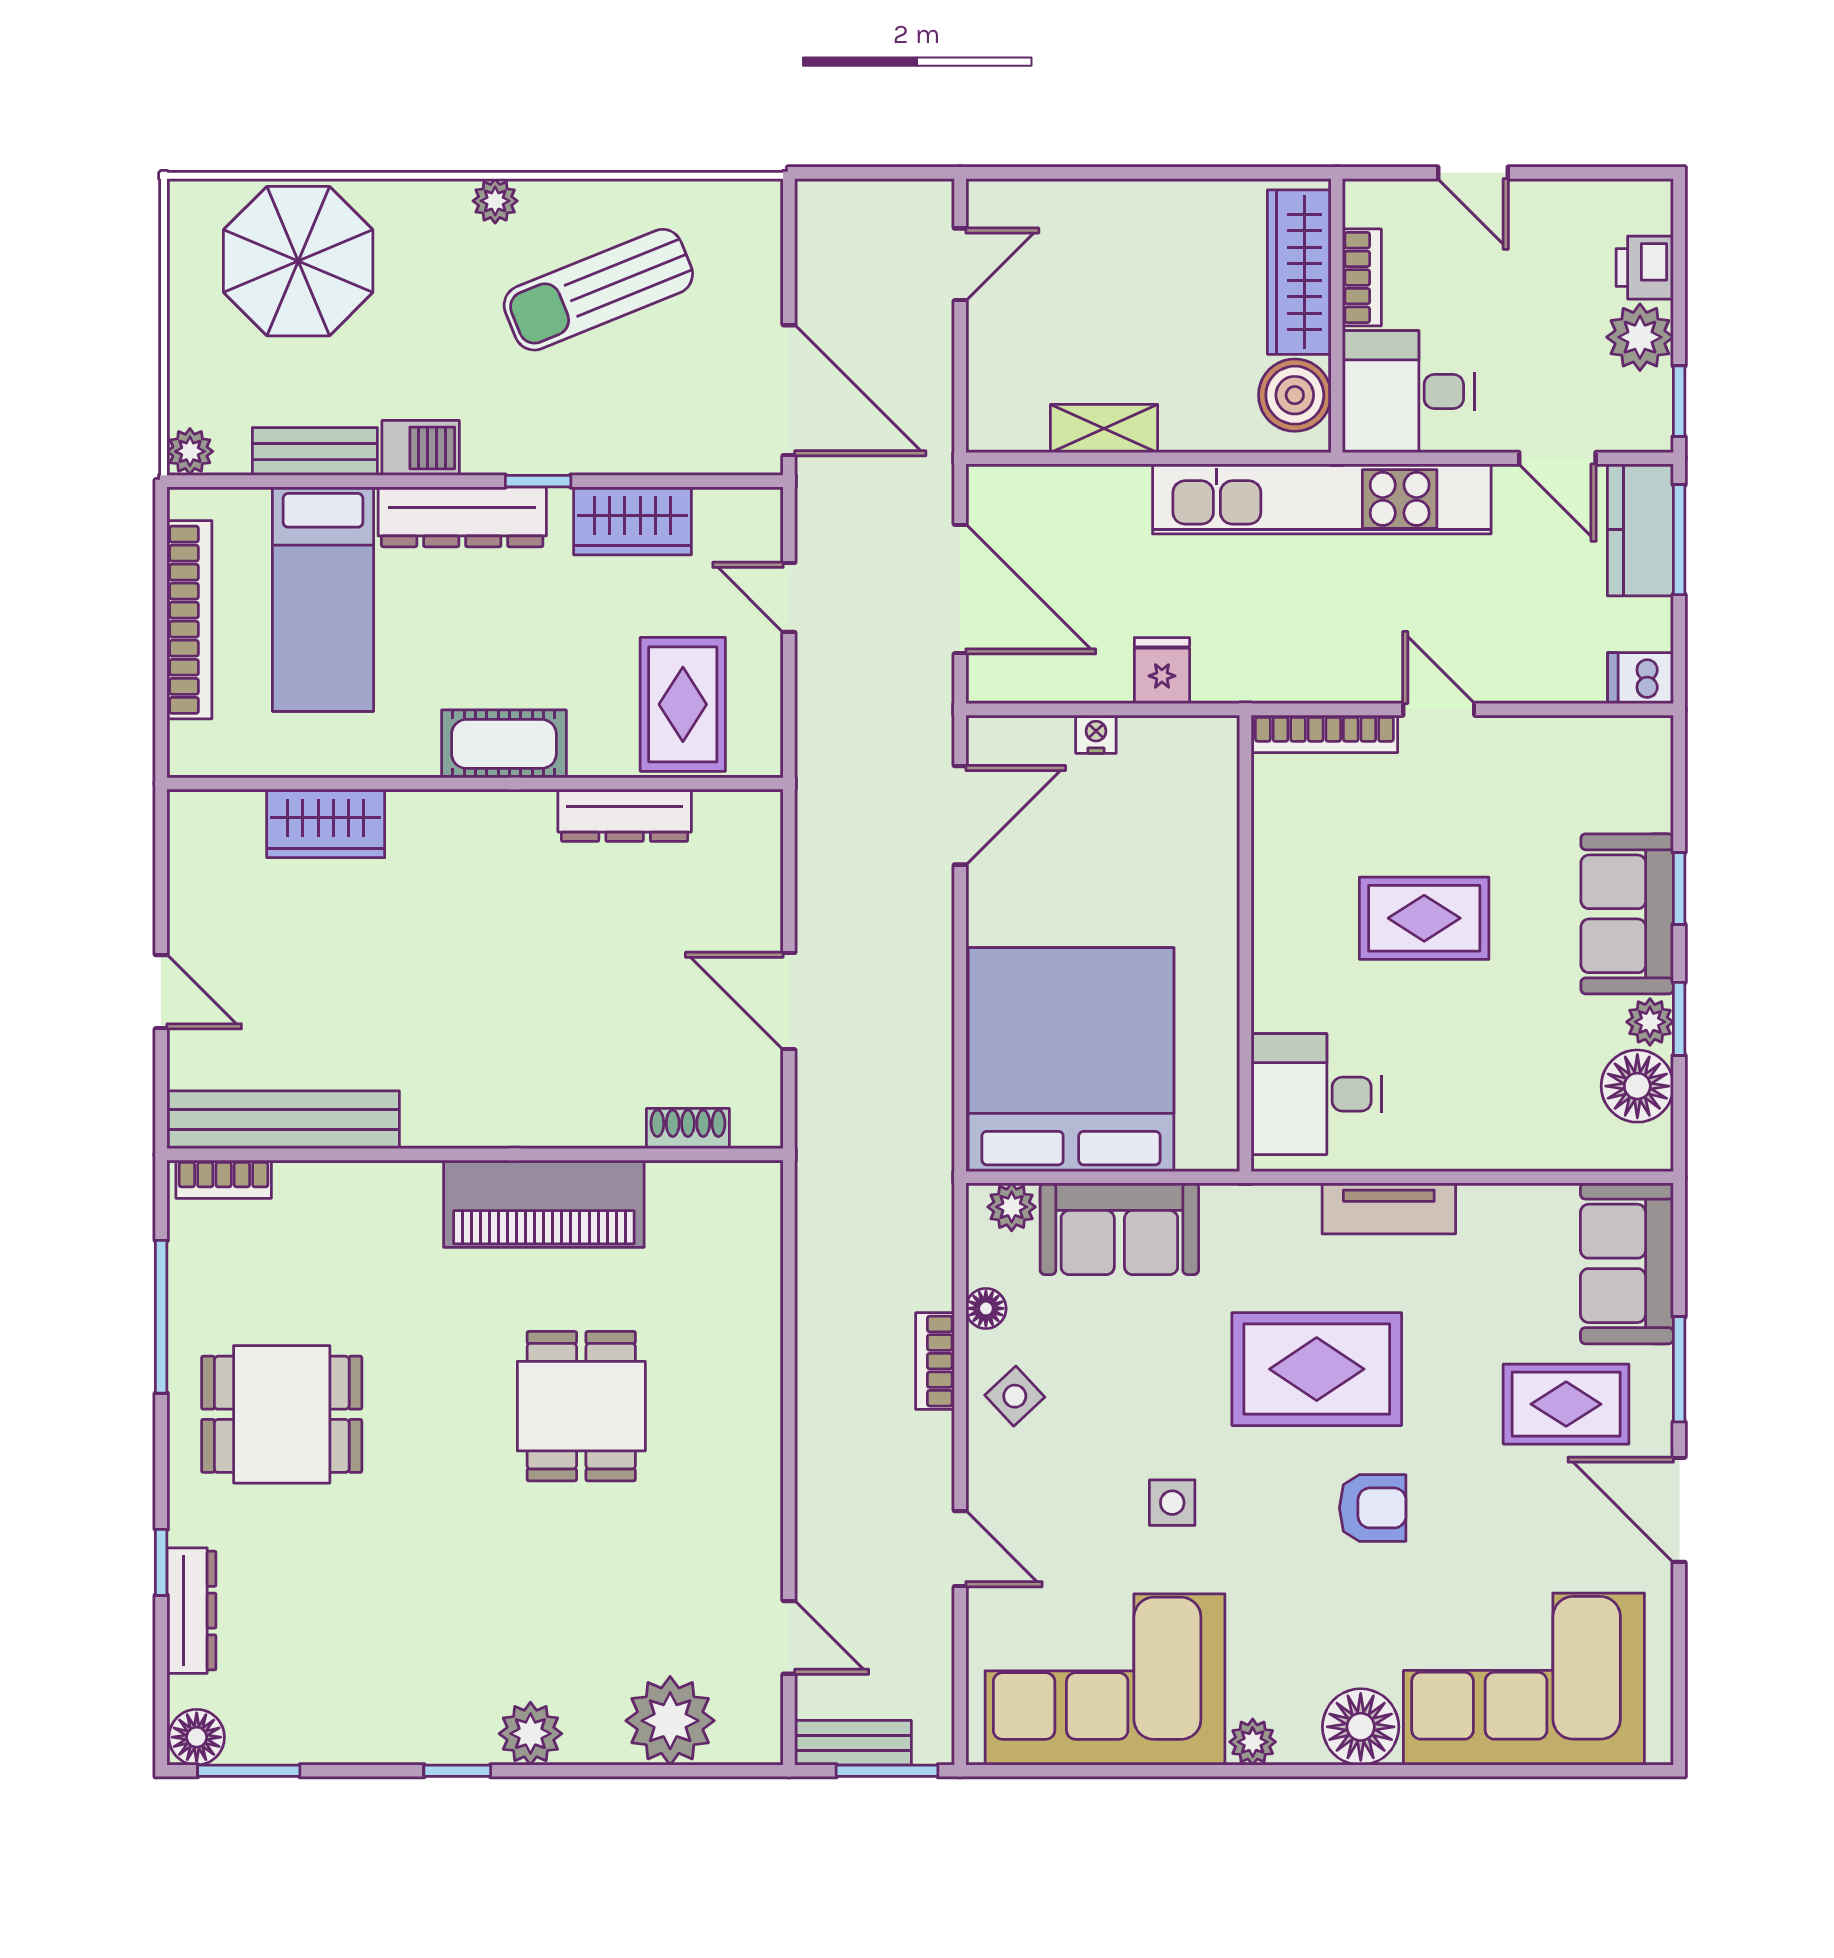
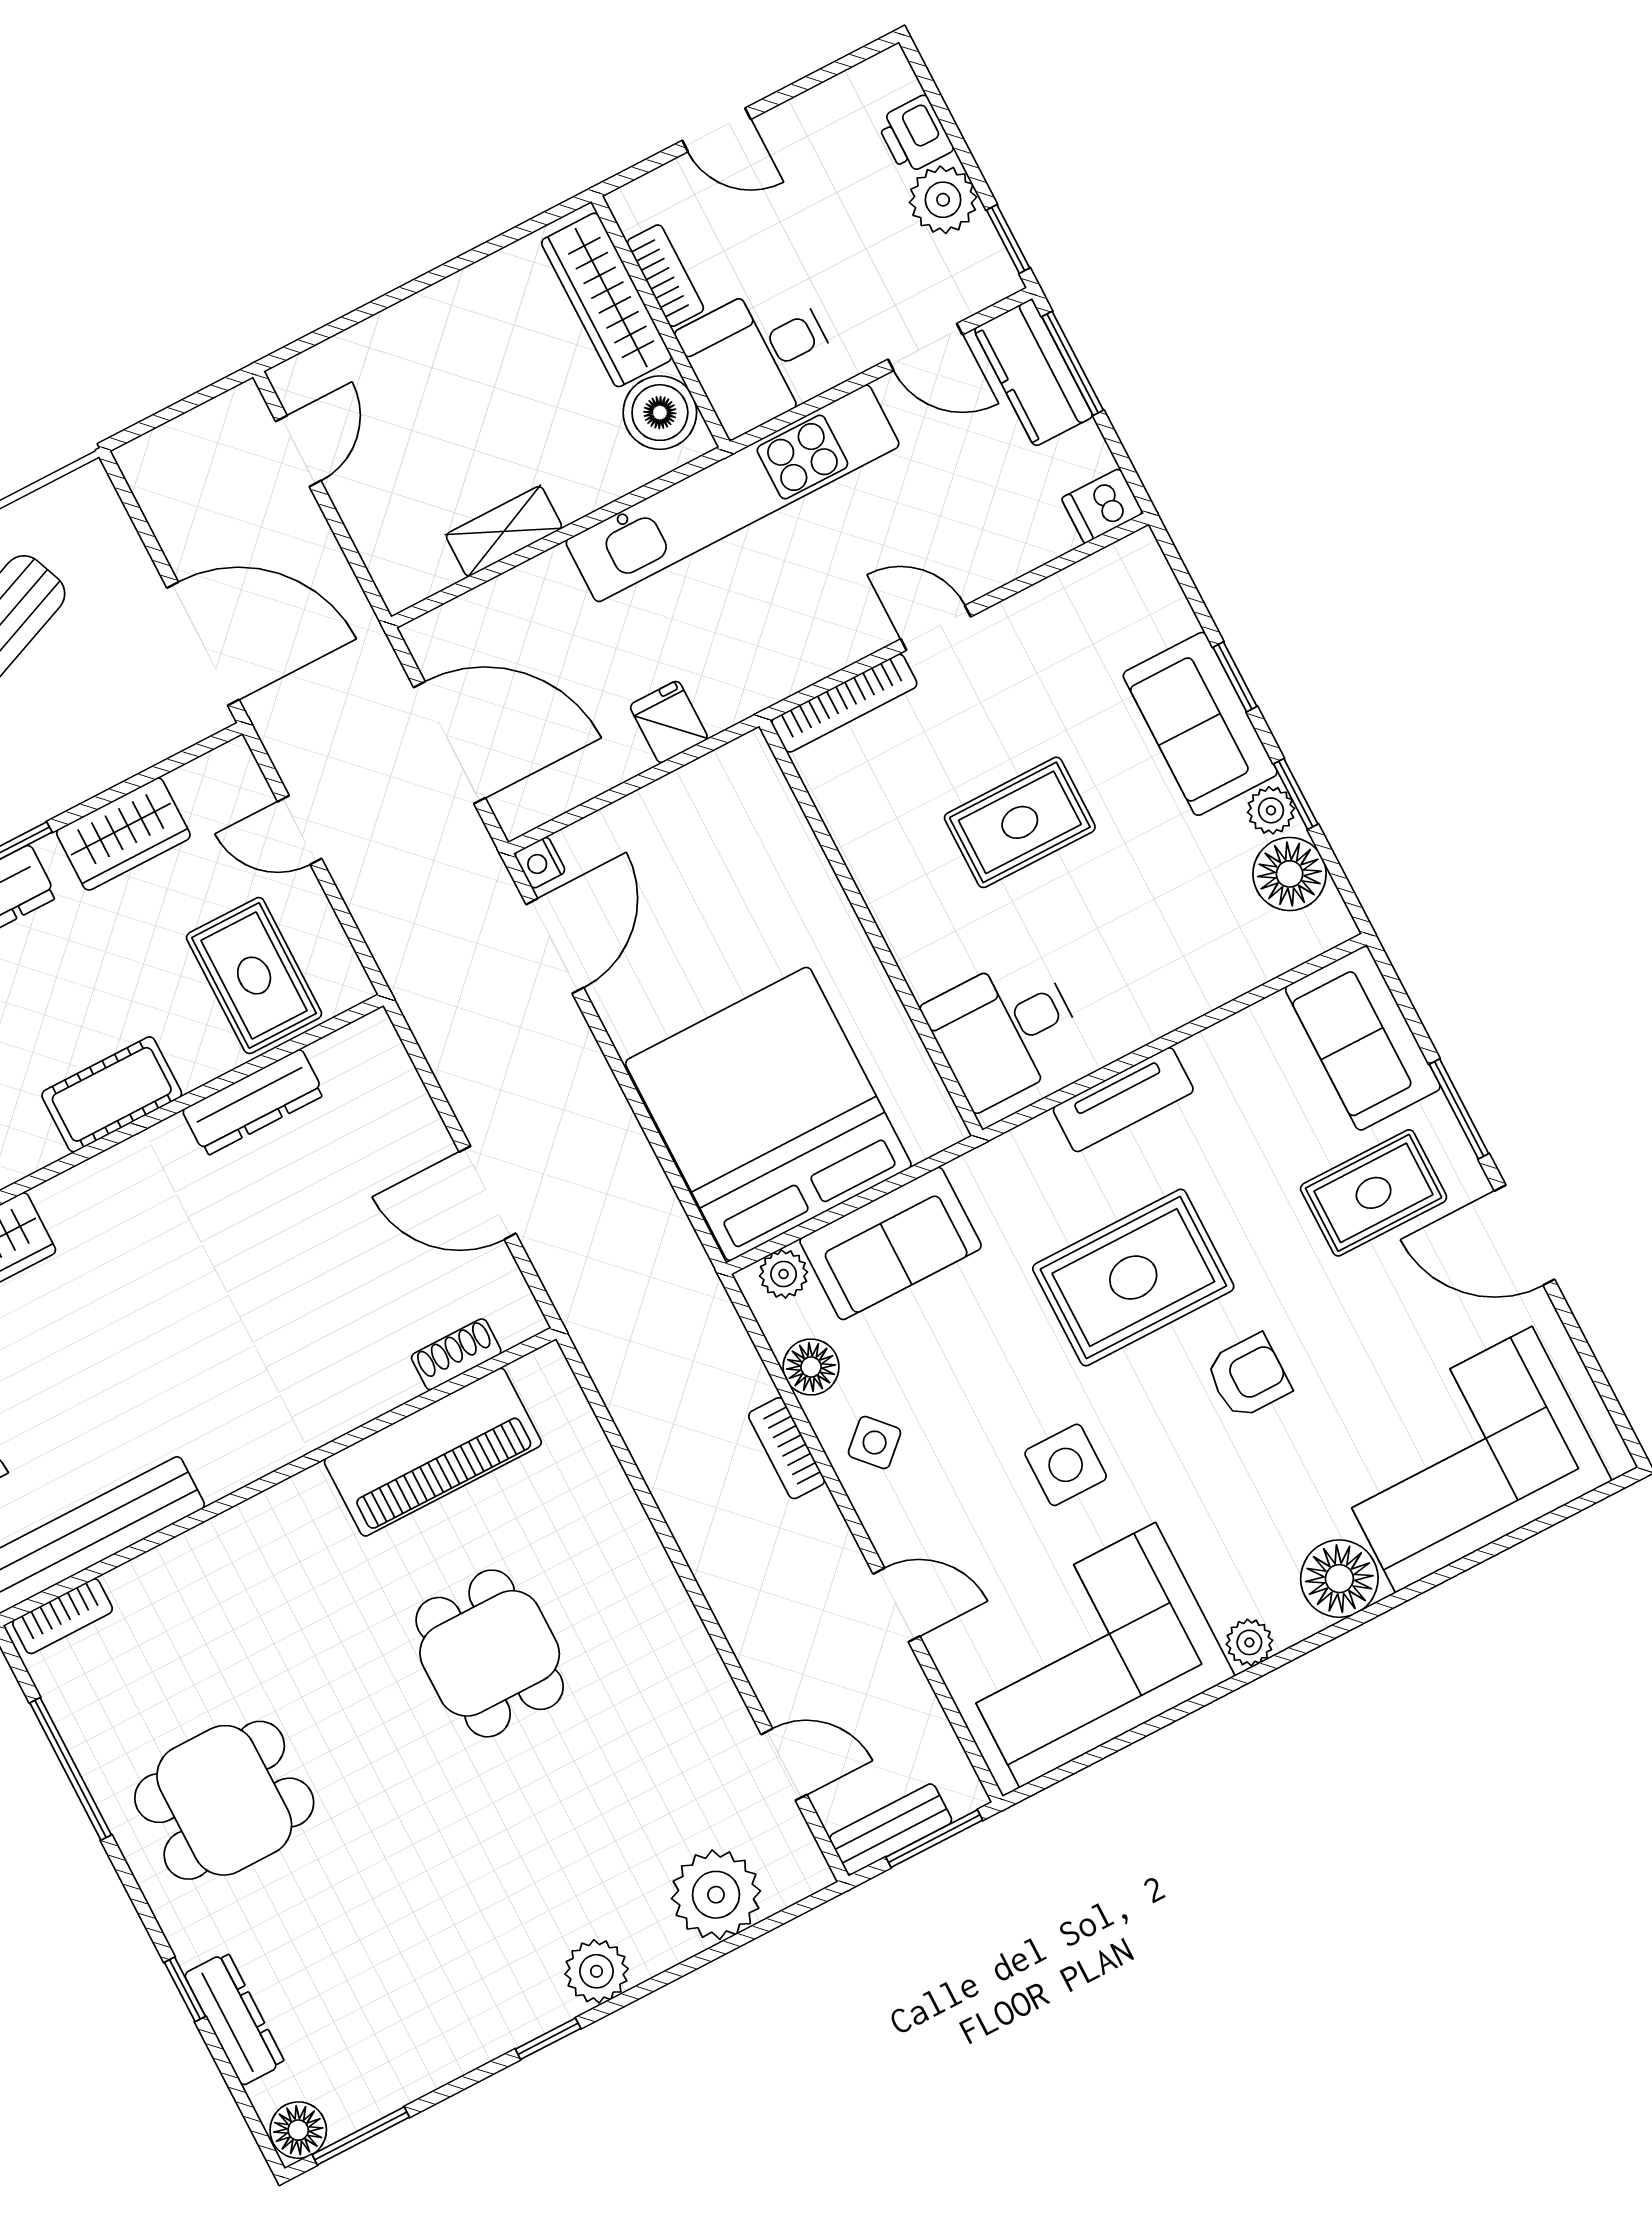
nightstand: (1096, 734) -> (540, 863), moved, turned -90
piano: (544, 1204) -> (433, 1452), moved
floor lamp: (986, 1308) -> (811, 1367), width x1.37, depth x1.37
side table: (1172, 1503) -> (1066, 1465), width x1.37, depth x1.37

